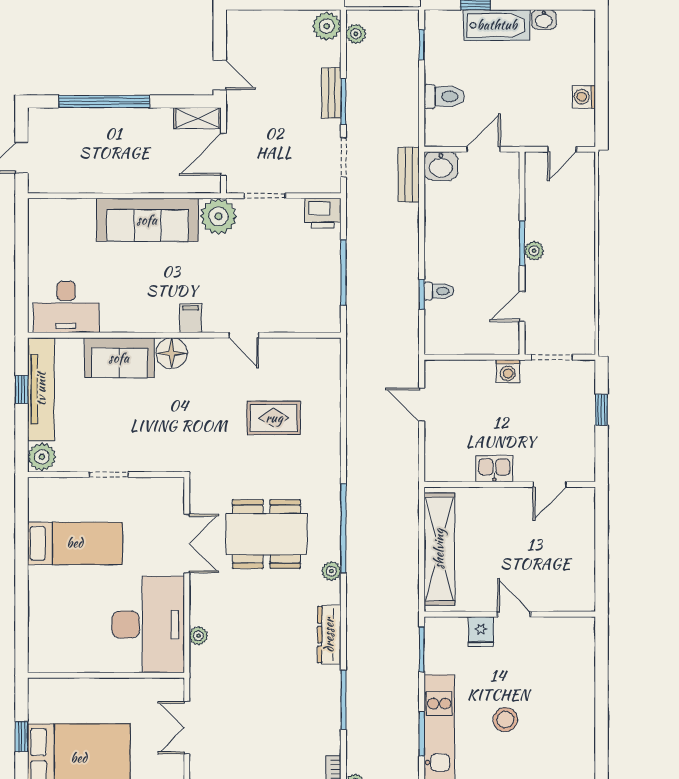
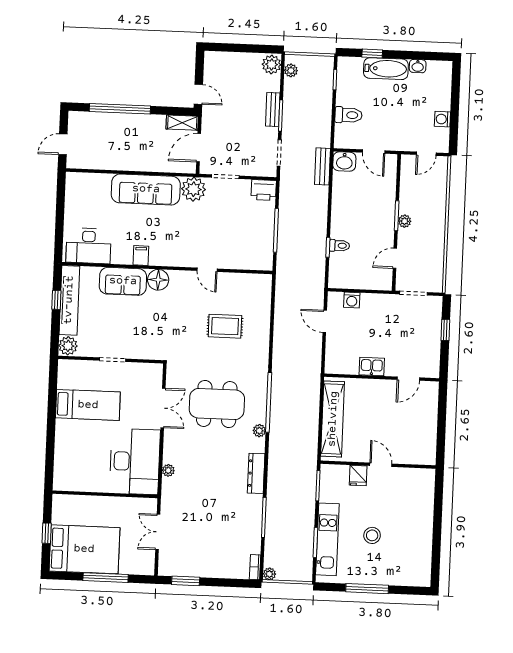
door: (484, 149) -> (374, 152), swing flipped
filing cabinet: (191, 318) -> (141, 255), moved
washing machine: (508, 371) -> (352, 300), moved

